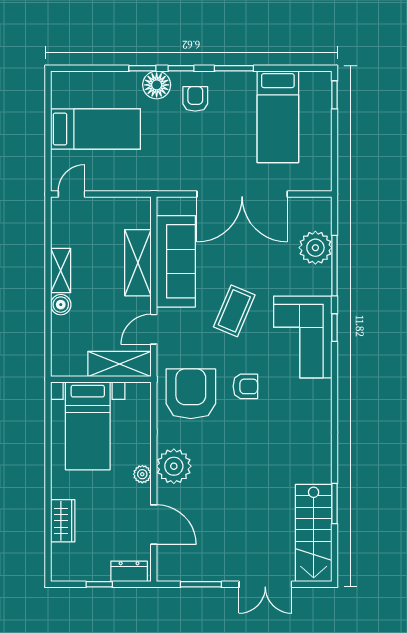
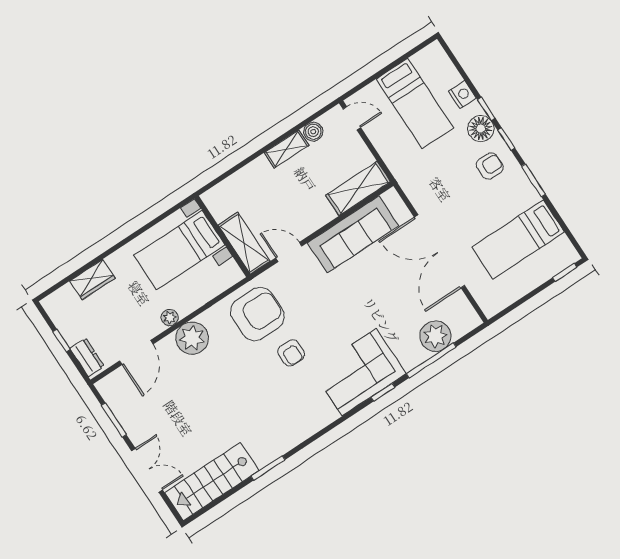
nightstand: (115, 81) -> (462, 95), added
shelving: (138, 263) -> (358, 188), moved
boiler: (61, 305) -> (313, 132), moved
coffee table: (234, 311) -> (344, 305), removed
window: (335, 504) -> (268, 468), moved
double door: (265, 584) -> (147, 470), swing flipped

